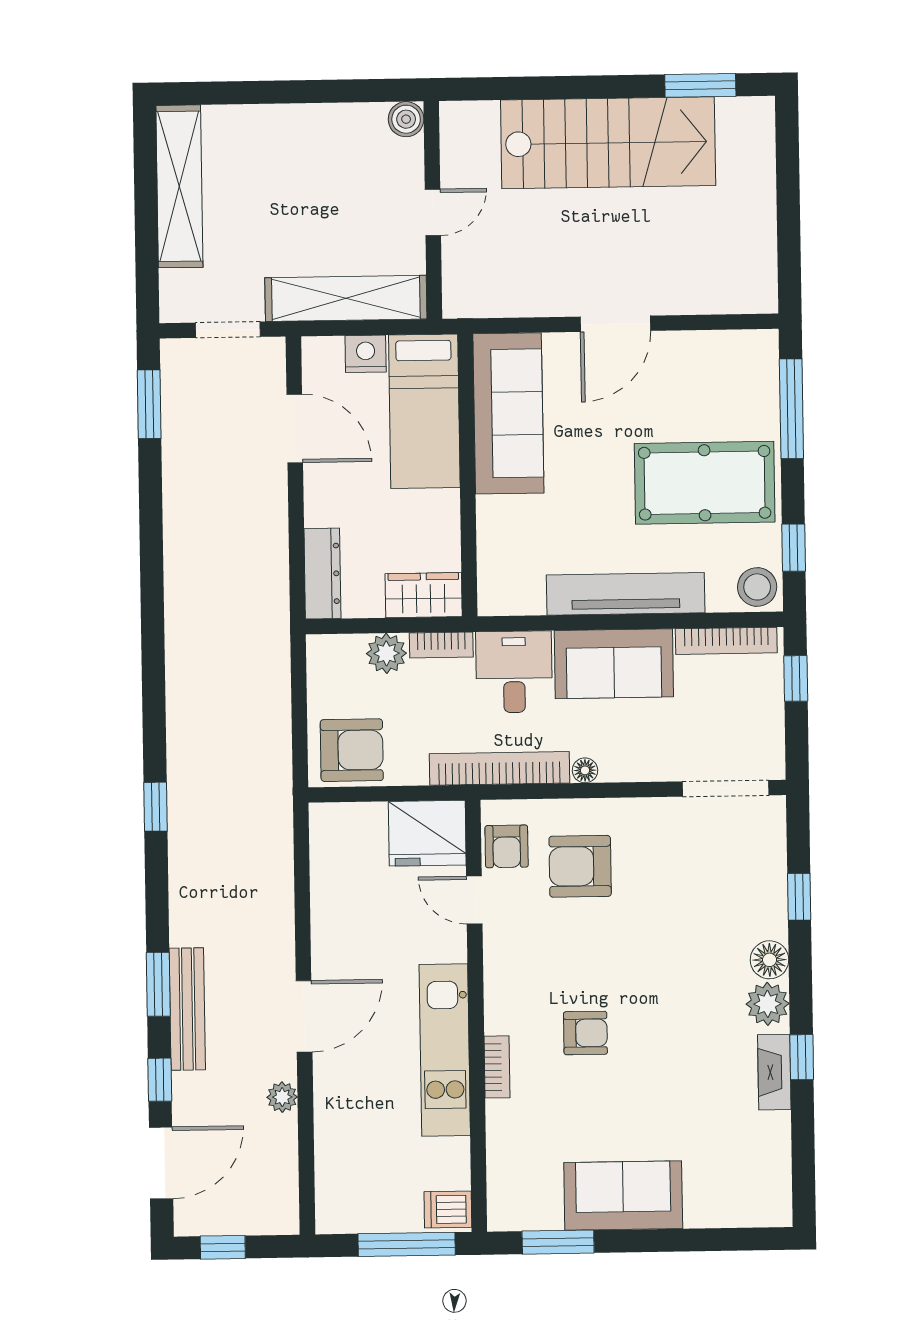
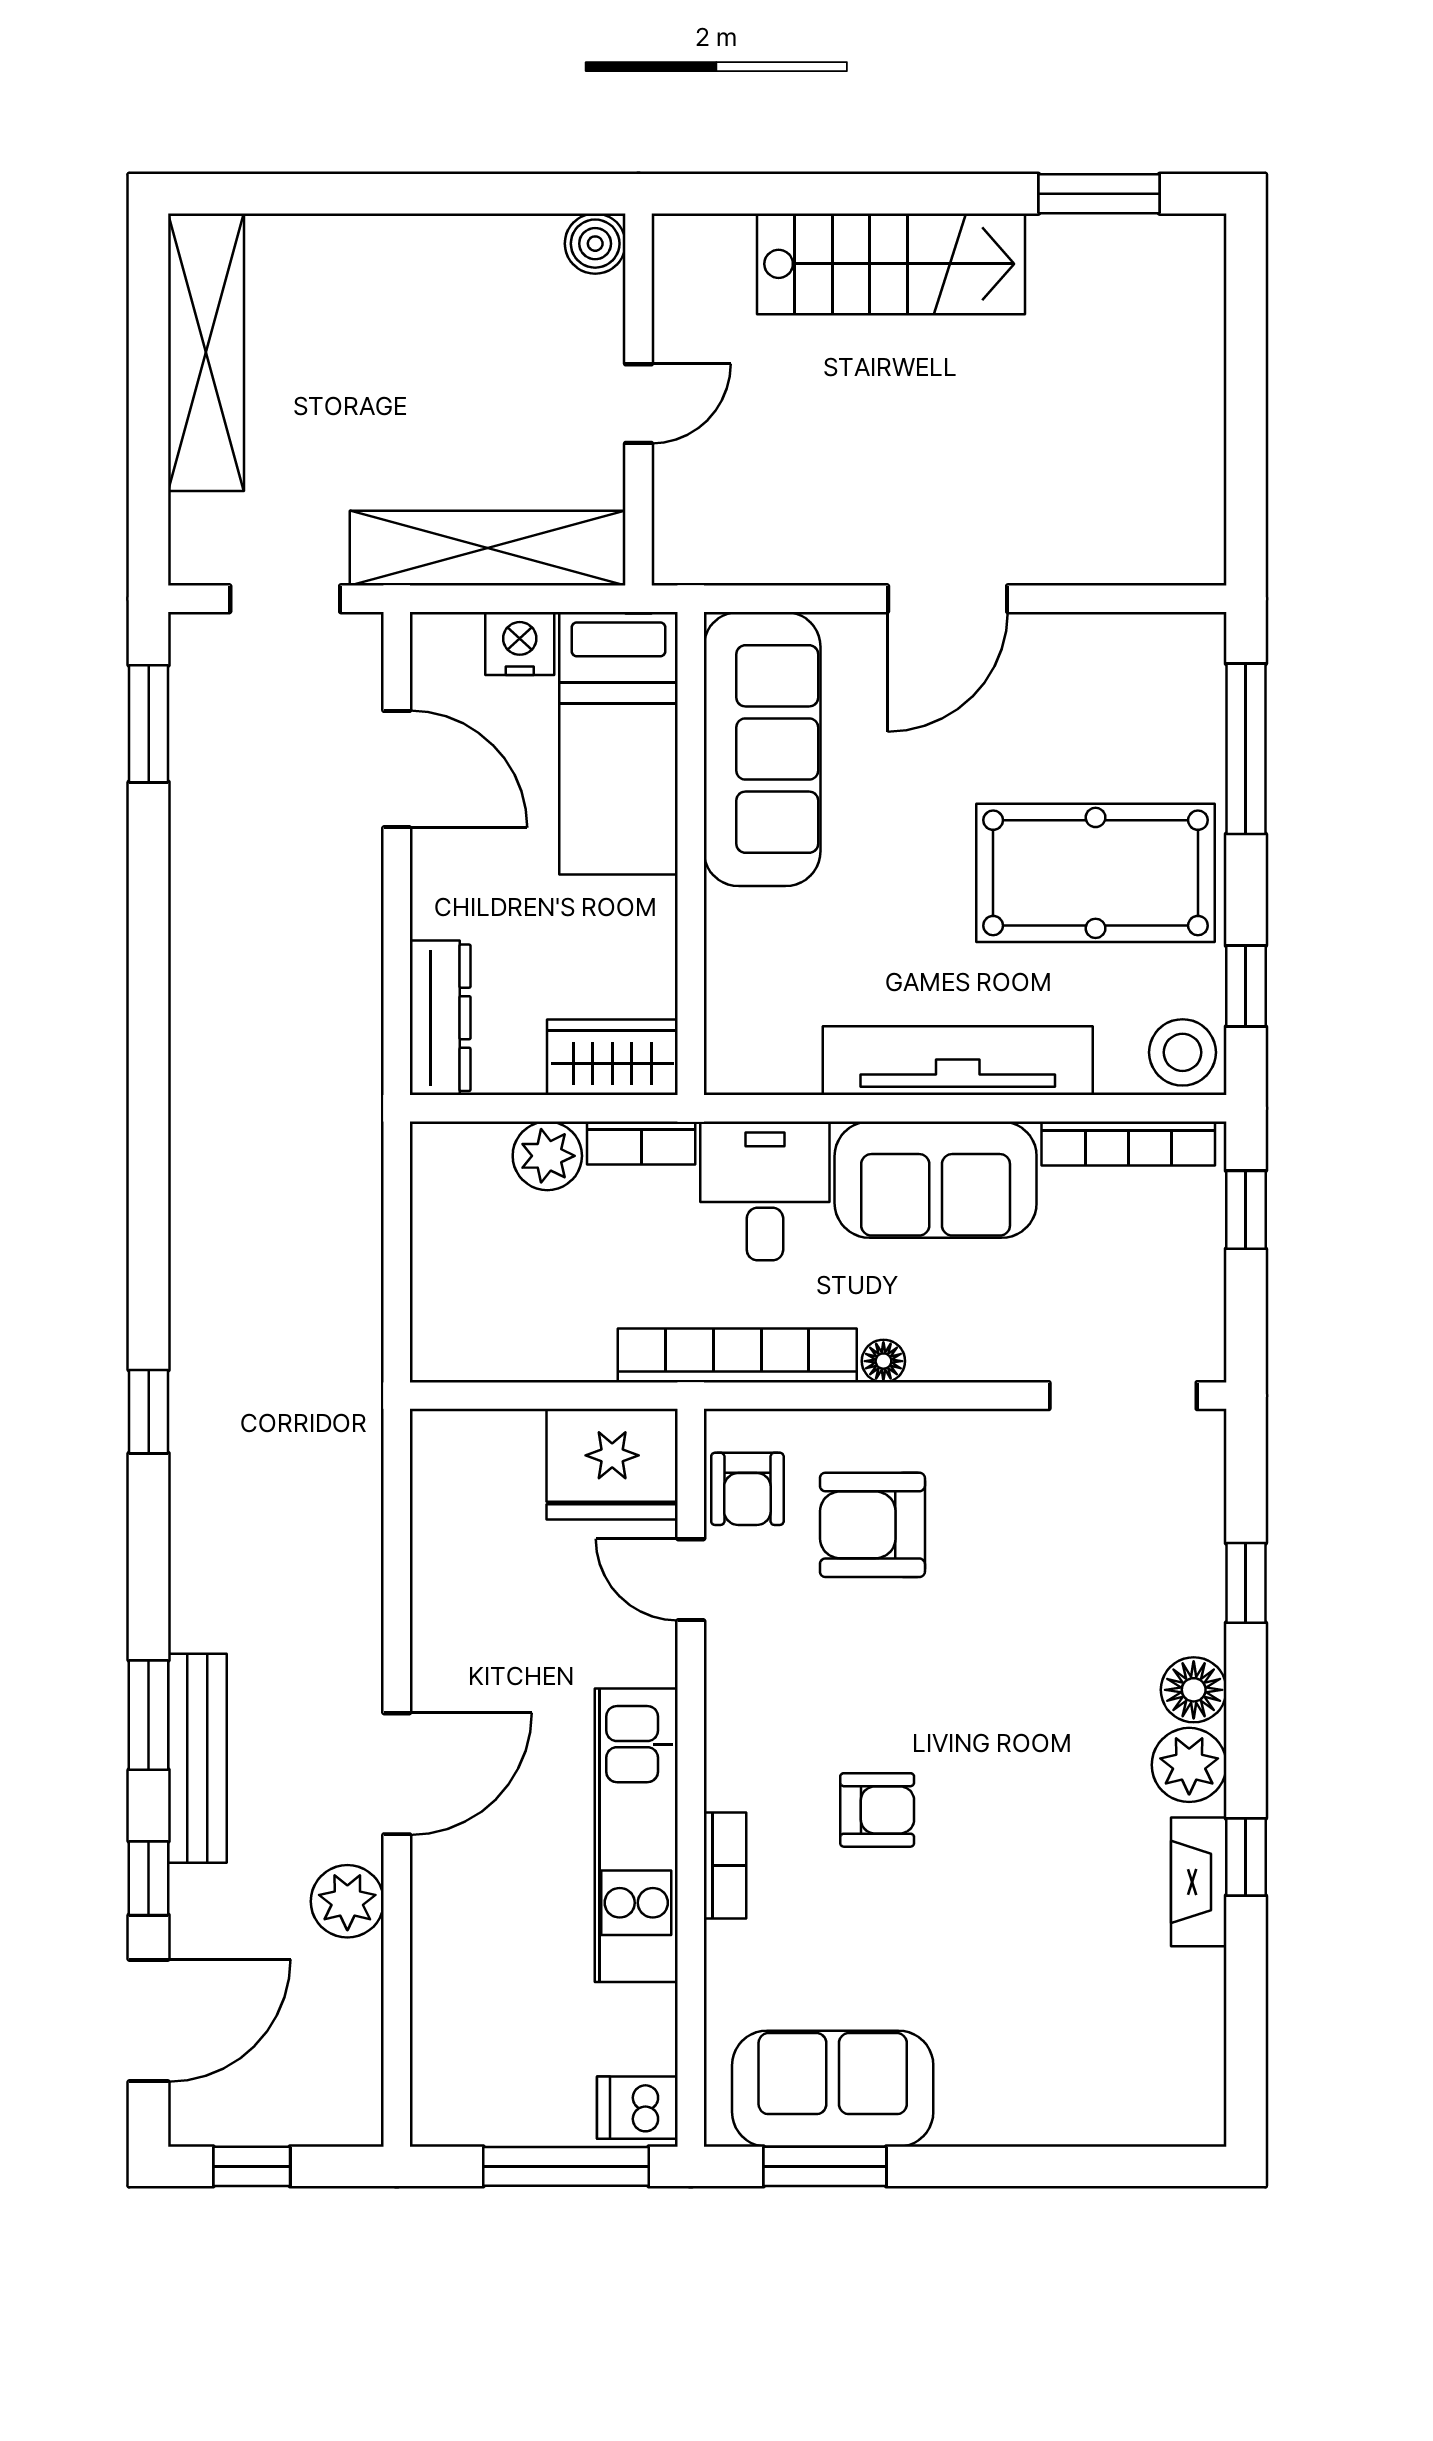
stairs: (608, 143) -> (891, 264), width x0.73, depth x0.66
armchair: (352, 750) -> (485, 1320), removed
plant: (282, 1097) -> (347, 1901), width x1.38, depth x1.38
sofa: (623, 1196) -> (833, 2089), moved

